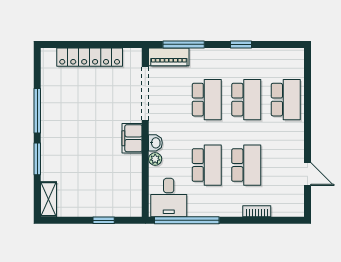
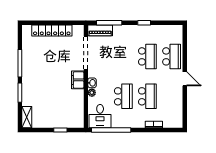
school desk: (207, 100) -> (123, 56), removed
door: (308, 174) -> (185, 79), moved

